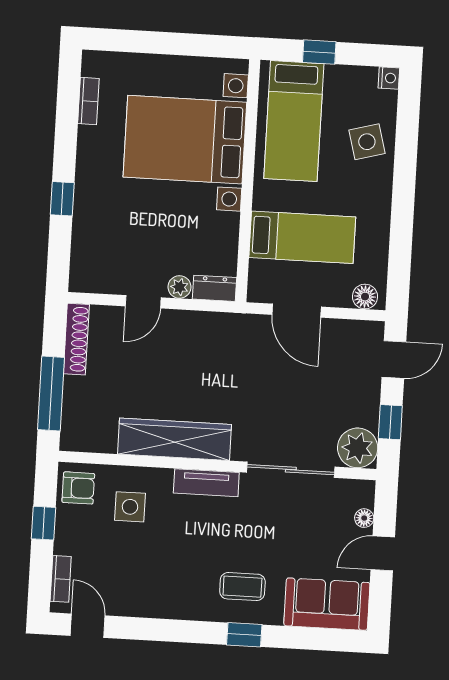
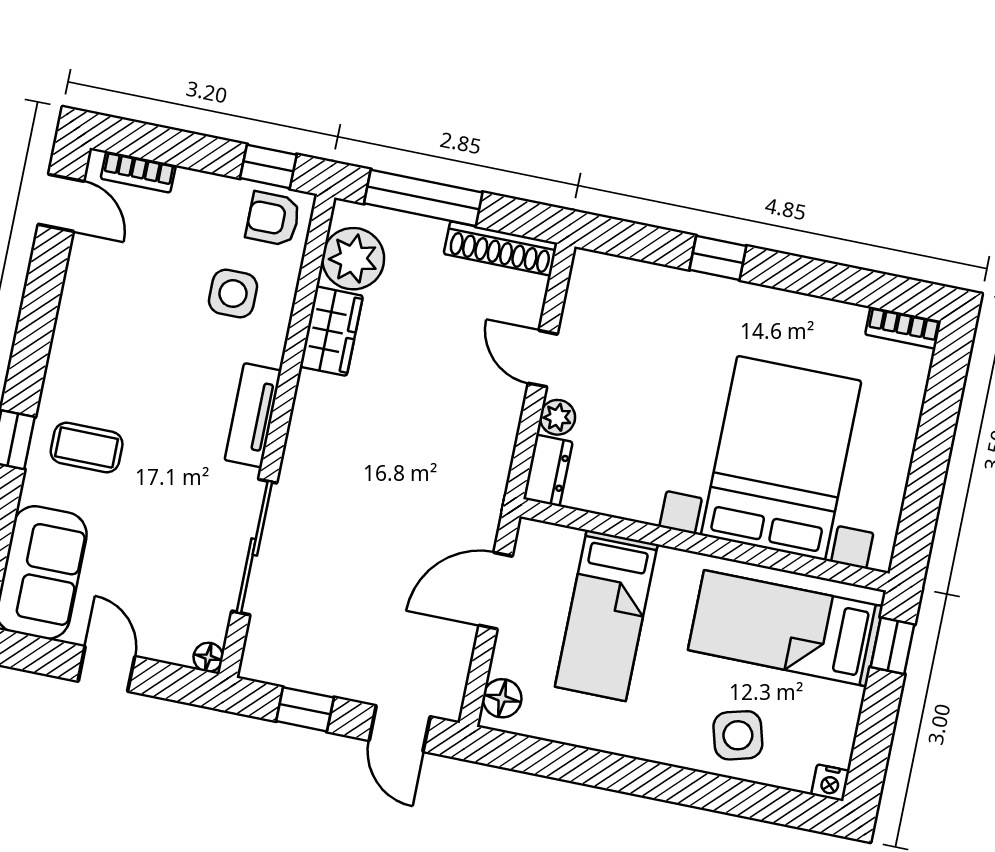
window: (319, 52) -> (893, 646), moved
bookcase: (88, 101) -> (903, 328), moved
wardrobe: (175, 439) -> (331, 331), width x0.48, depth x0.85
plant: (358, 448) -> (353, 259), moved
armchair: (78, 488) -> (273, 219), turned 90
floor lamp: (364, 518) -> (208, 657), moved
window: (44, 523) -> (268, 166), moved
coffee table: (242, 587) -> (87, 448), turned 90
door: (88, 626) -> (61, 203), hinge flipped

